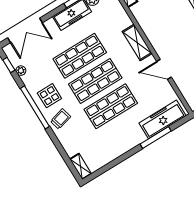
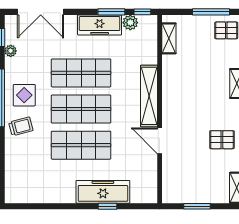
shelving: (137, 42) -> (149, 96), width x1.47
freezer: (163, 119) -> (103, 192), moved
window: (156, 138) -> (108, 206), width x0.46
shelving: (81, 166) -> (11, 188), removed

